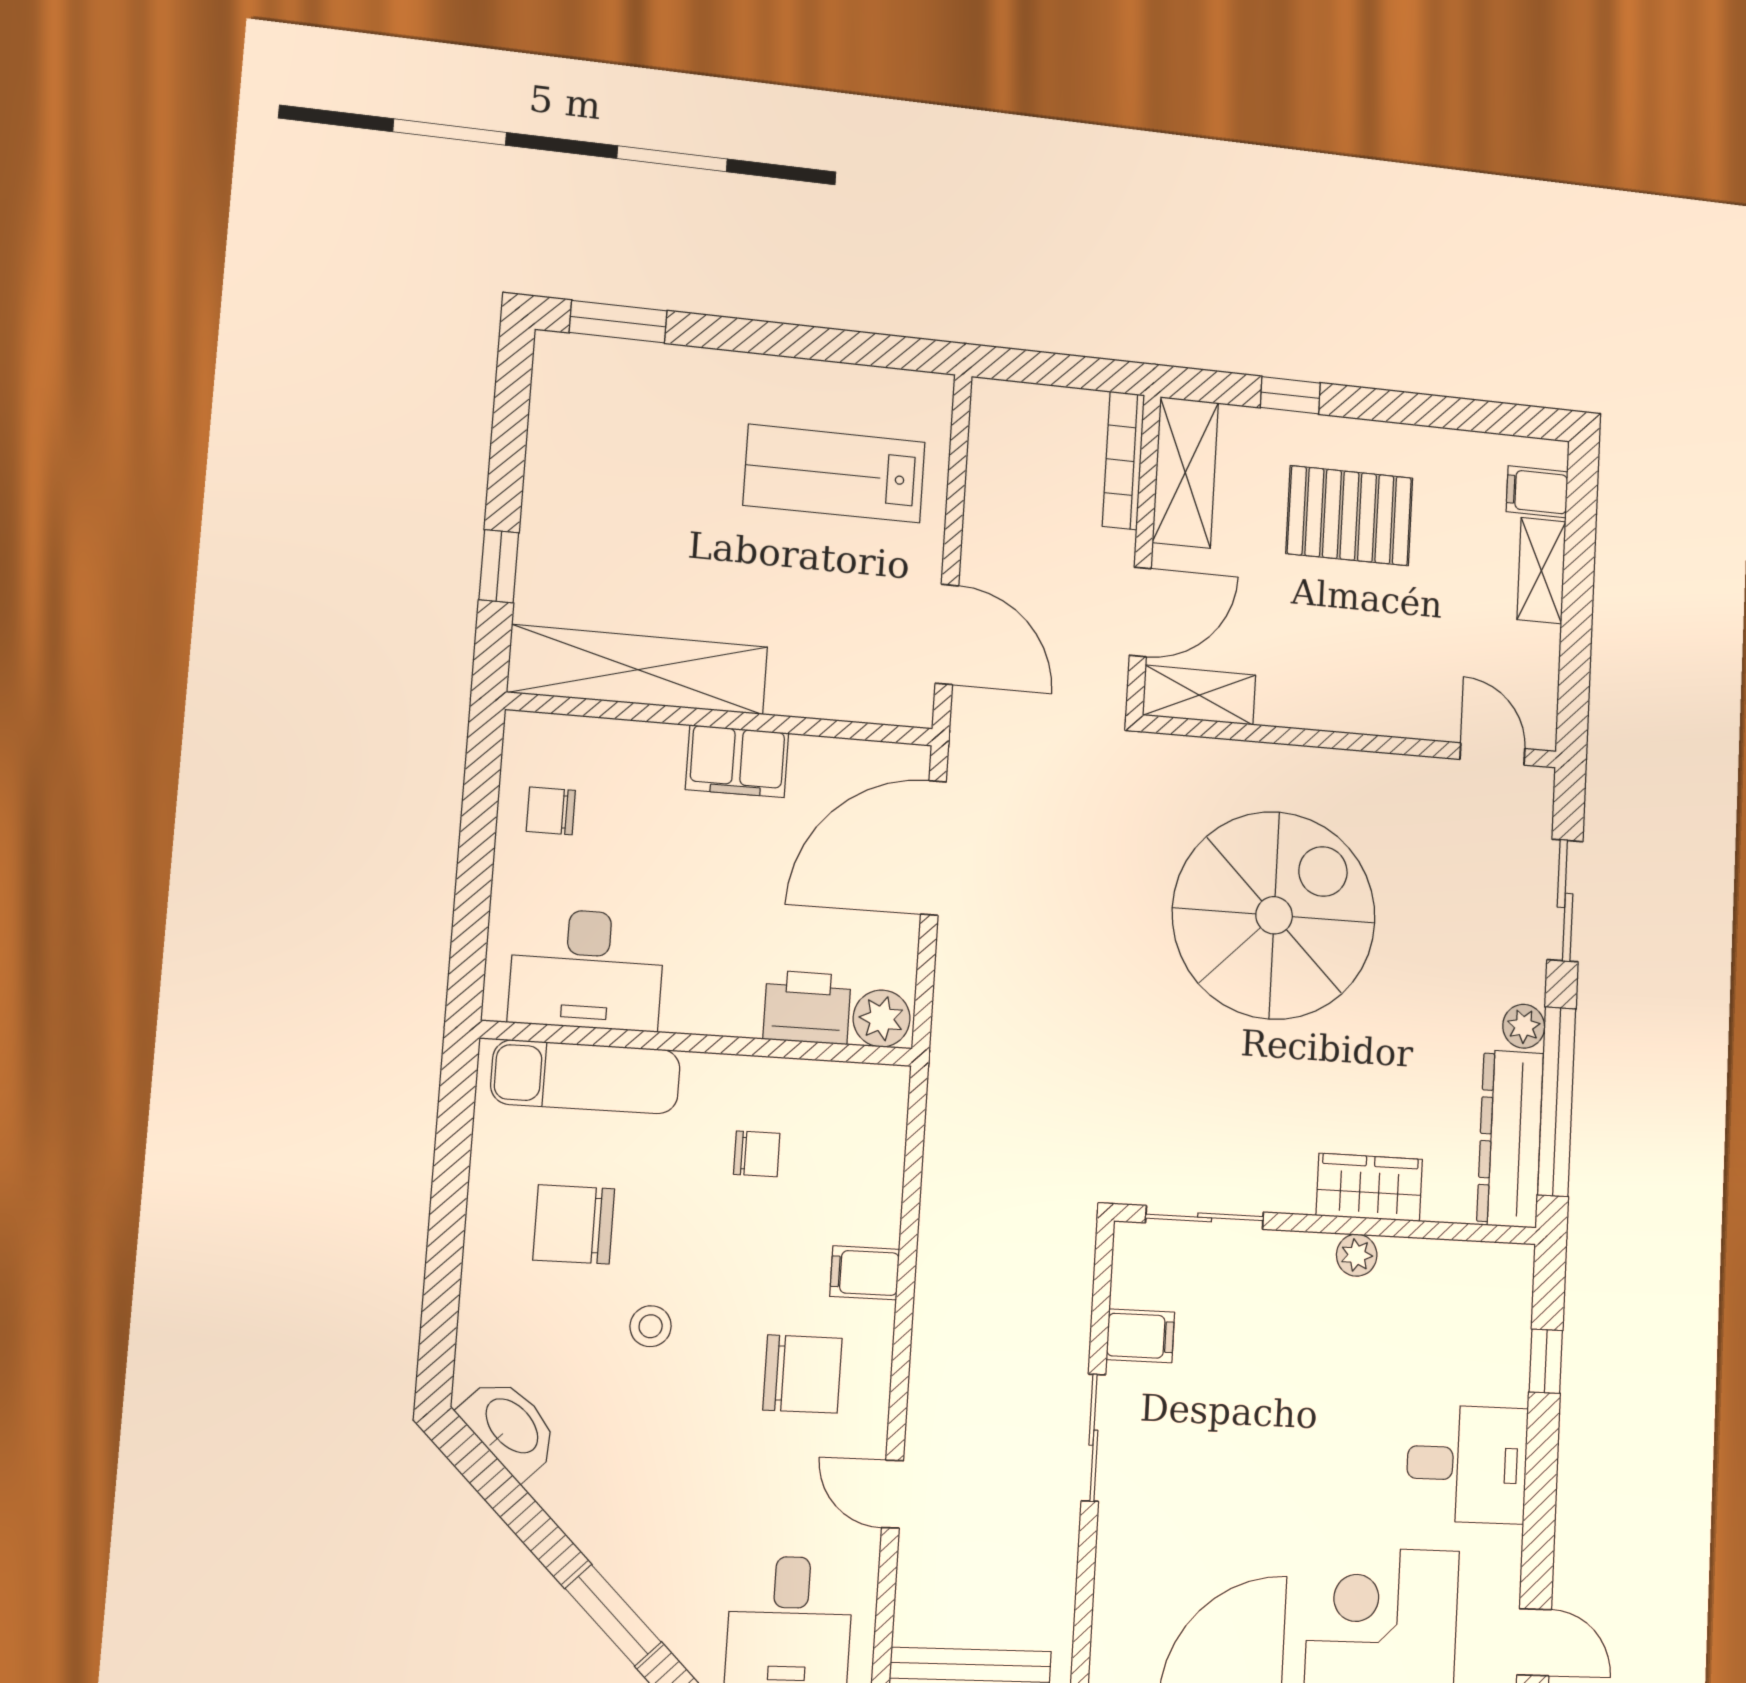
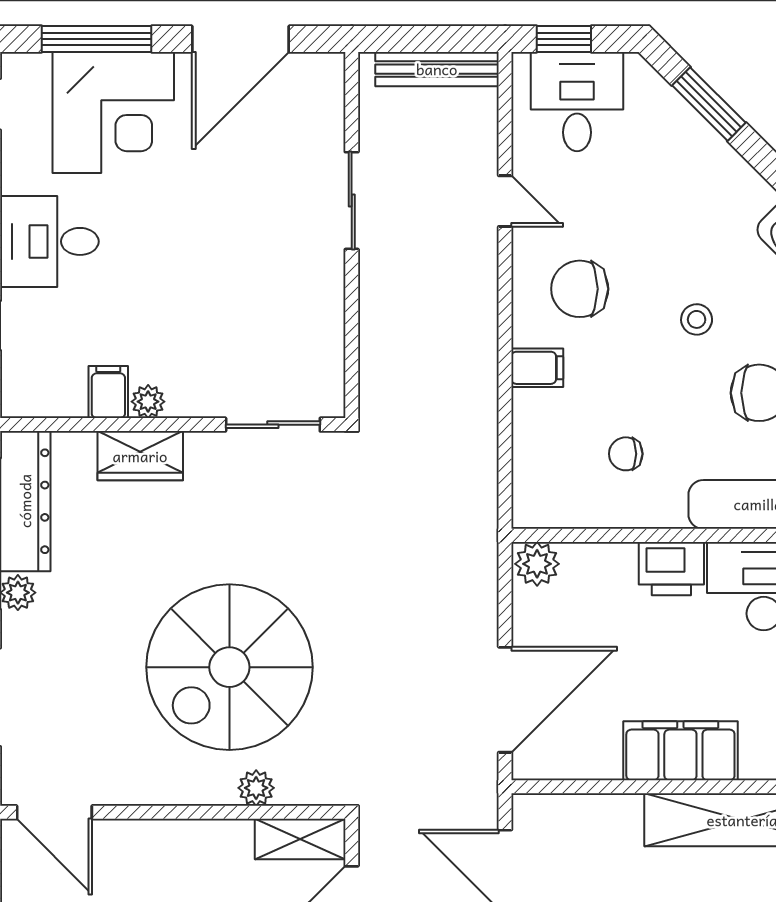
door: (1492, 754) -> (54, 812), width x1.38
filing cabinet: (737, 761) -> (680, 751), width x1.50, depth x1.17
plant: (1249, 763) -> (256, 788), added
printer: (807, 1007) -> (671, 569), moved
filing cabinet: (1140, 1336) -> (108, 392), moved, turned 90
sliding door: (1093, 1438) -> (352, 201), moved

